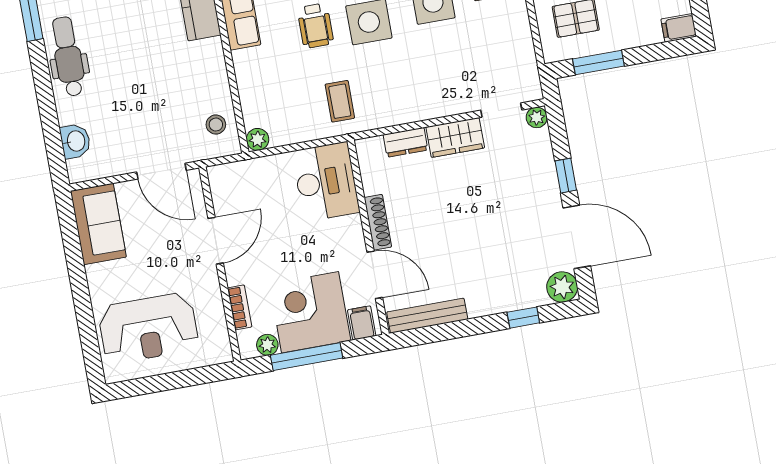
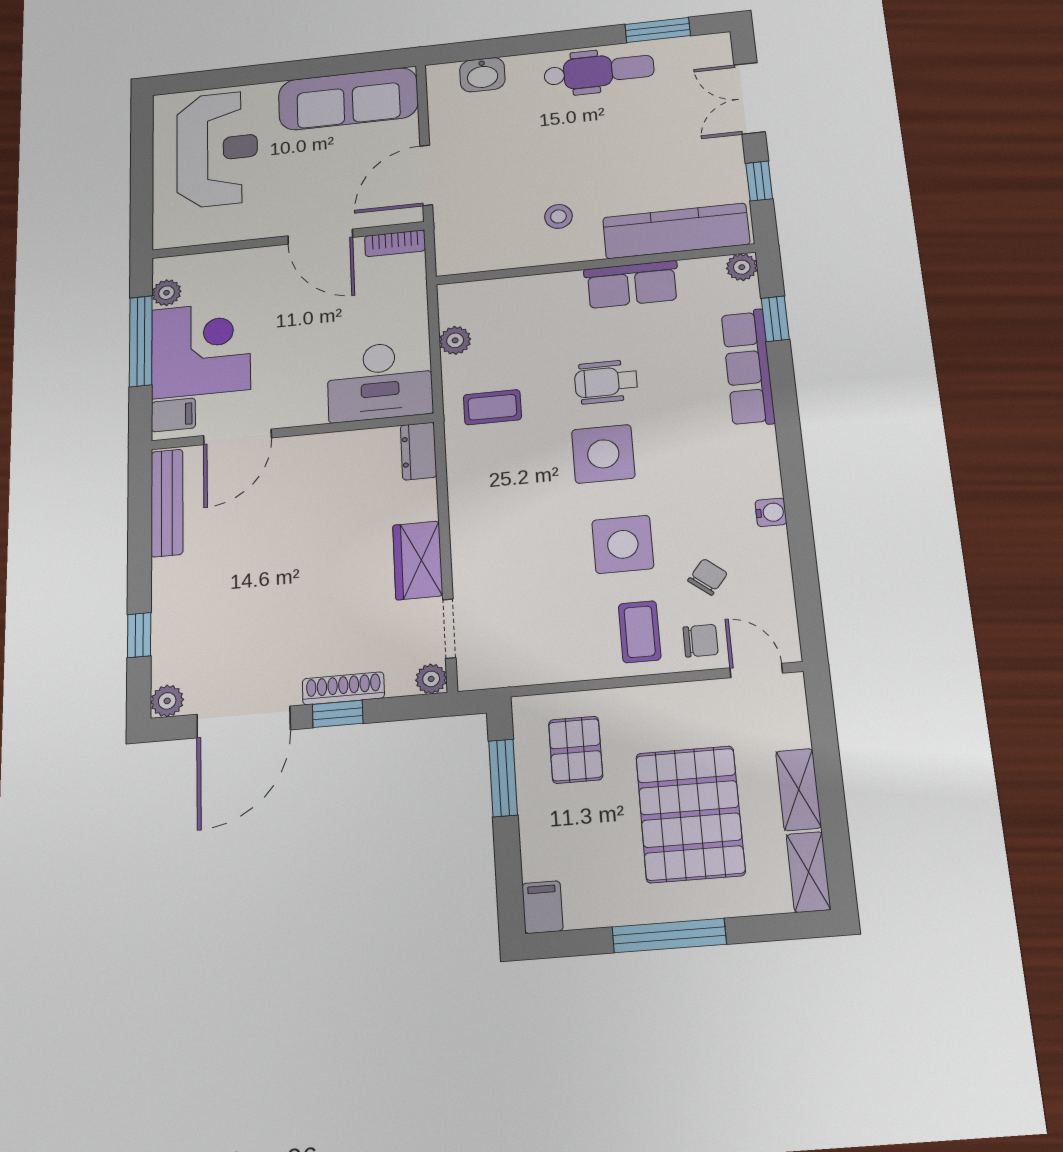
stool: (216, 125) -> (558, 216), moved
plant: (258, 139) -> (455, 340), moved
dresser: (405, 142) -> (419, 451), moved
shoe rack: (378, 222) -> (343, 688), moved, turned 180
sofa: (98, 224) -> (348, 99), width x1.36
plant: (562, 287) -> (167, 701), width x0.73, depth x0.73
bookcase: (240, 307) -> (395, 243), moved
reception desk: (148, 328) -> (217, 149), turned 180

